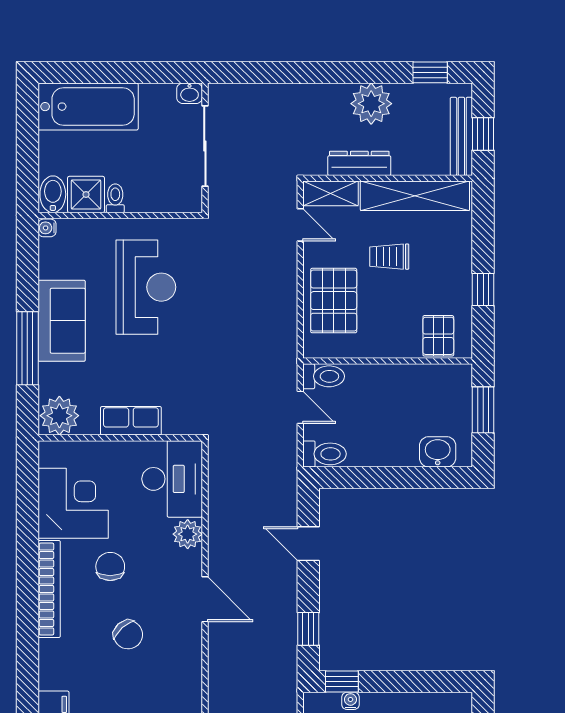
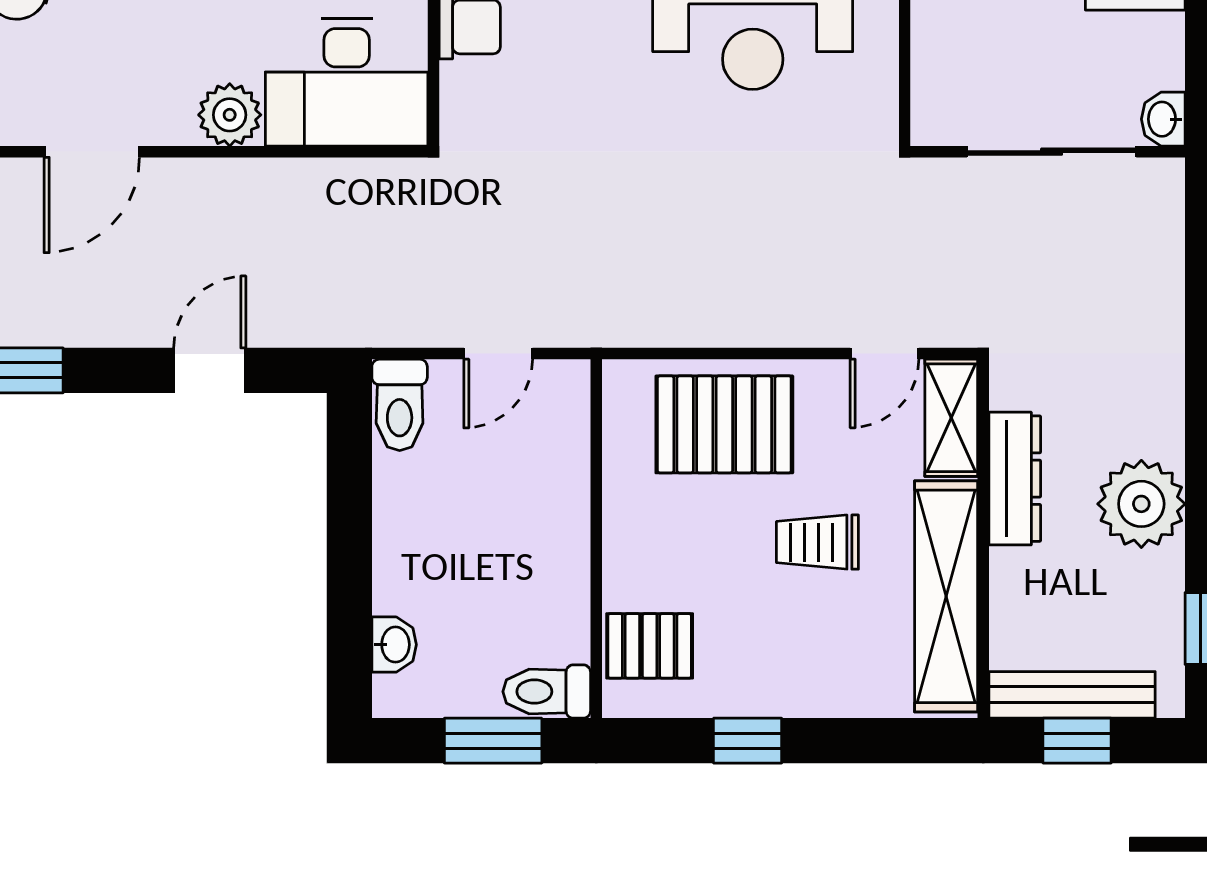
trolley: (389, 257) -> (817, 542), turned -90
toilet: (324, 376) -> (547, 692), moved, turned 90
washbasin: (438, 452) -> (394, 645), width x0.72, depth x0.69

